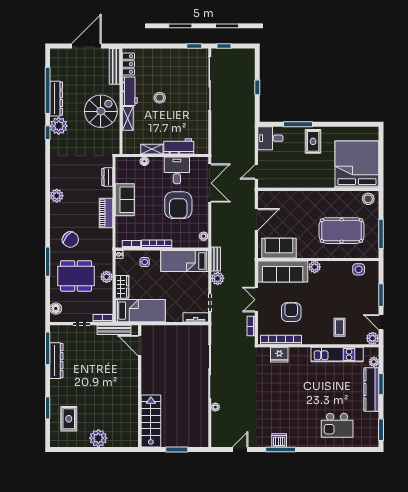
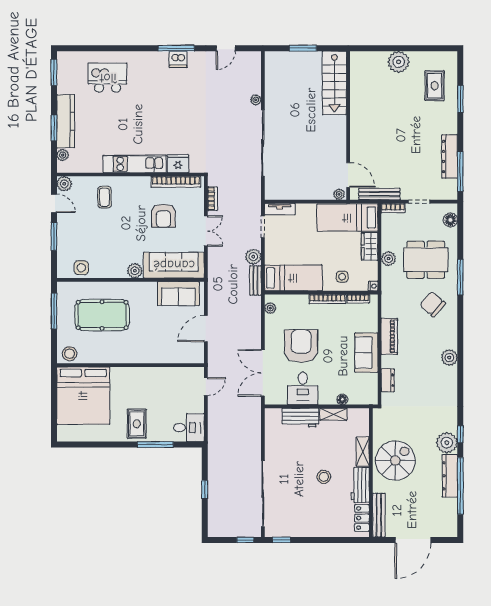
spiral stairs: (101, 111) -> (395, 461), turned 180
plant: (147, 330) -> (339, 194), added
kitchen unit: (337, 355) -> (135, 164), moved

